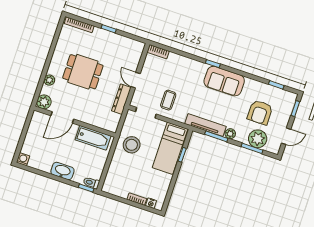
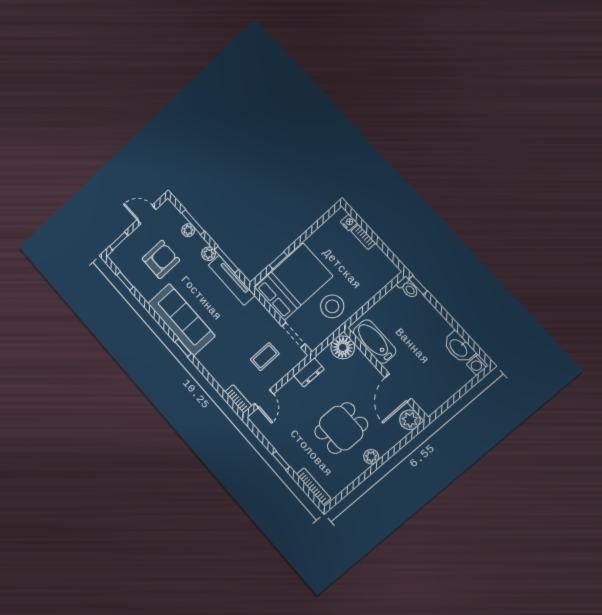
dining table: (83, 72) -> (341, 428), turned 90
plant: (49, 80) -> (371, 457), moved
door: (136, 80) -> (264, 399), moved
sofa: (224, 81) -> (181, 320), width x1.36
dresser: (121, 99) -> (309, 372), width x0.70
coffee table: (168, 100) -> (265, 357), moved
door: (62, 117) -> (398, 388), swing flipped
floor lamp: (111, 123) -> (343, 347), added
plant: (258, 139) -> (188, 230), width x0.53, depth x0.53
bed: (170, 148) -> (294, 282), width x1.50
washbasin: (62, 171) -> (459, 348), moved

